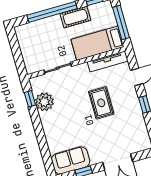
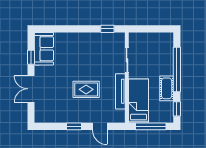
tv unit: (108, 61) -> (120, 91), moved
plant: (44, 102) -> (101, 41), removed

